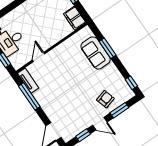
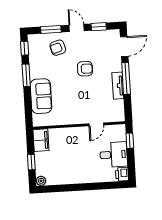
window: (108, 48) -> (26, 75), moved
tv unit: (28, 81) -> (118, 86), moved
armchair: (74, 95) -> (85, 69), added
window: (29, 96) -> (126, 78), moved

